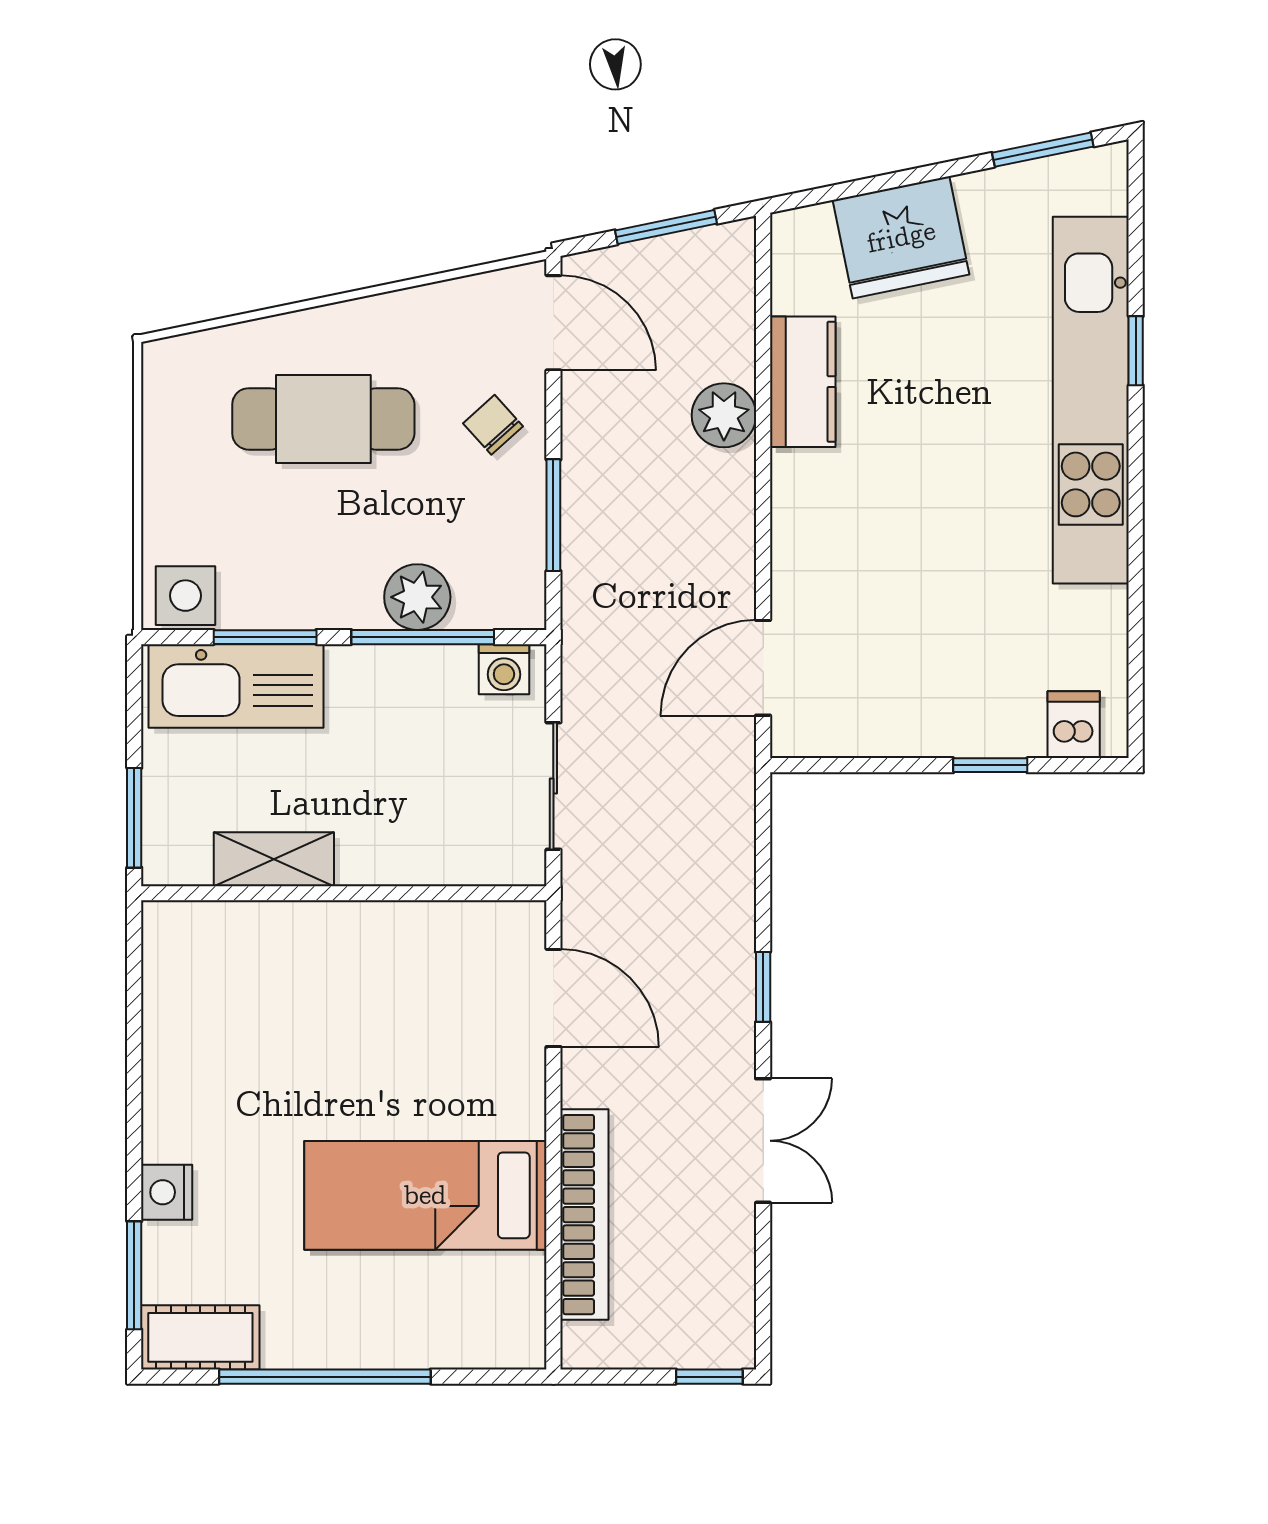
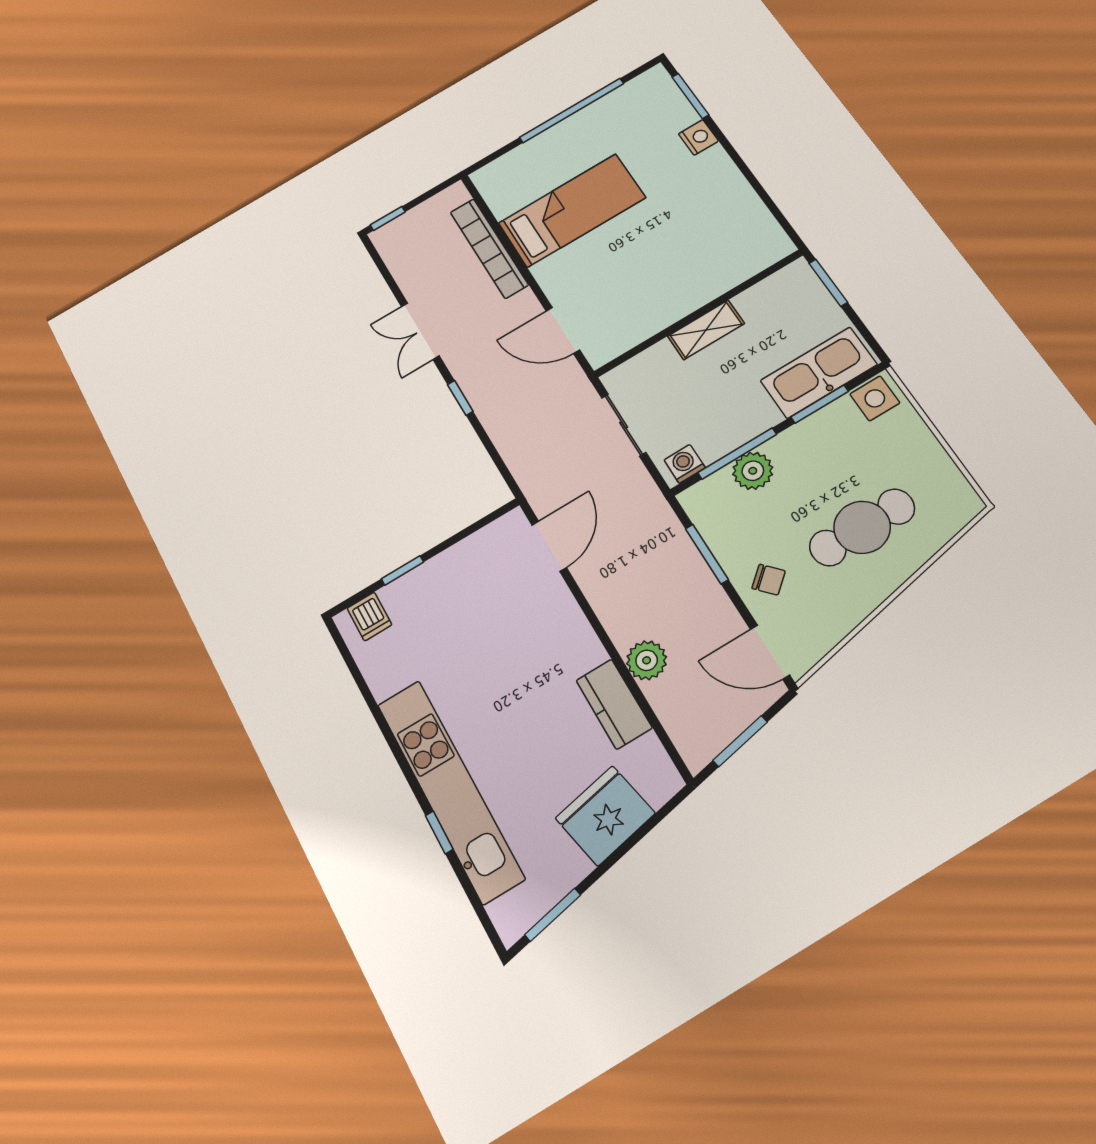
shelving: (274, 859) -> (706, 330), moved
cot: (200, 1337) -> (641, 91), removed

